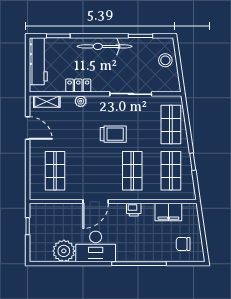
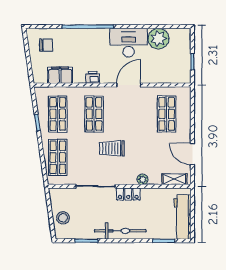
locker: (78, 86) -> (128, 194), moved

